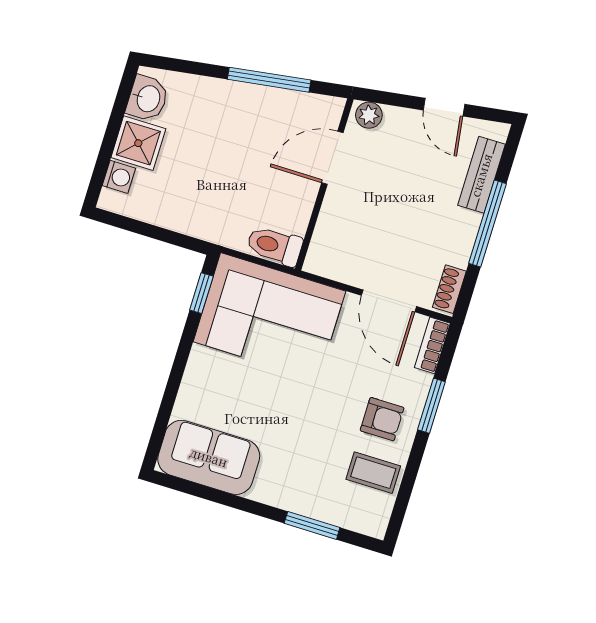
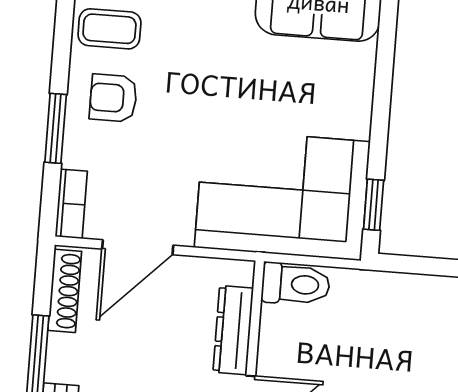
dresser: (330, 221) -> (233, 330), added
shoe rack: (449, 289) -> (65, 291), width x1.43
door: (389, 301) -> (138, 247), swing flipped

